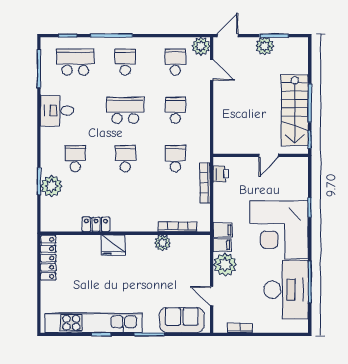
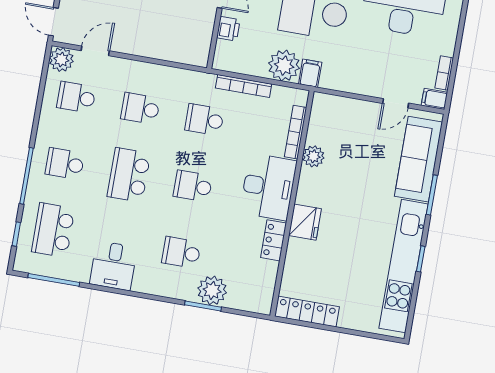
printer: (221, 174) -> (228, 29), moved, turned 90
desk: (134, 214) -> (268, 187), added
filing cabinet: (222, 245) -> (434, 99), moved, turned -90
plant: (225, 265) -> (284, 66), moved
sofa: (182, 320) -> (418, 159), width x1.36

